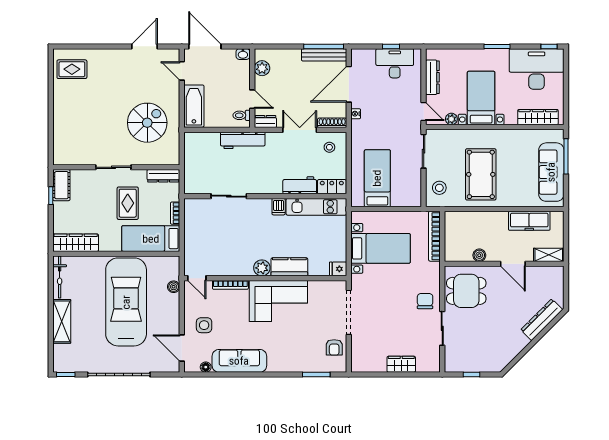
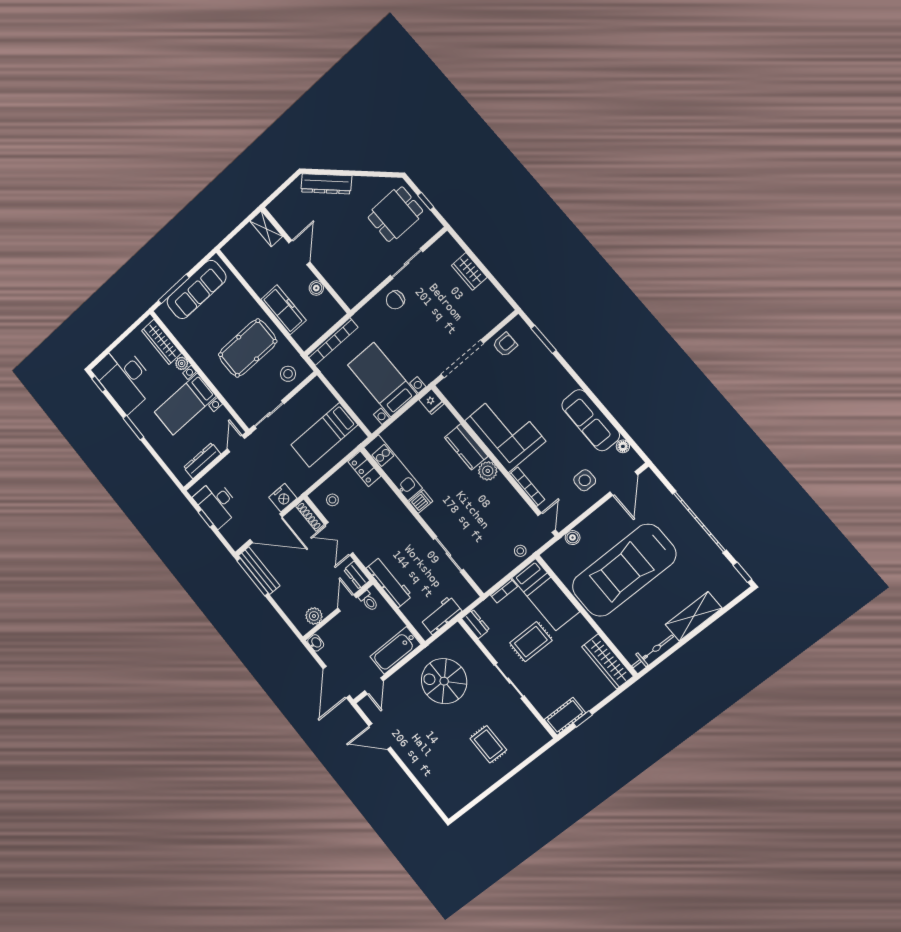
rug: (72, 69) -> (488, 744), moved
nightstand: (356, 114) -> (283, 498), width x1.89, depth x1.79
plant: (451, 119) -> (182, 363), moved
dresser: (163, 176) -> (476, 624), width x0.70
workbench: (300, 185) -> (441, 615), moved, turned 90
freezer: (529, 221) -> (283, 310), moved
stool: (192, 246) -> (520, 551), added
dining table: (466, 291) -> (395, 214), moved, turned 90

